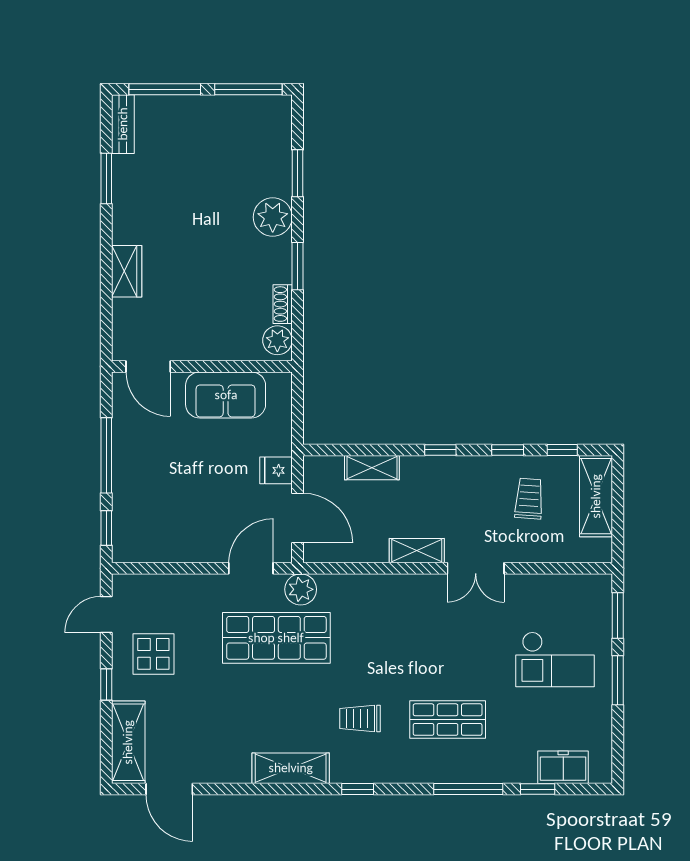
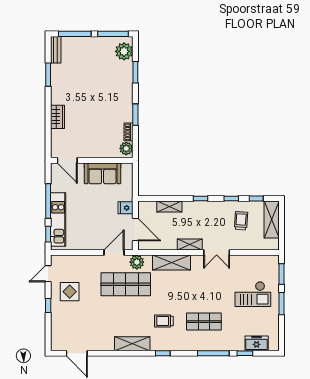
plant: (273, 217) -> (124, 51), moved
kitchen unit: (128, 496) -> (58, 220), added
shelving: (128, 742) -> (172, 263), moved, turned 90

